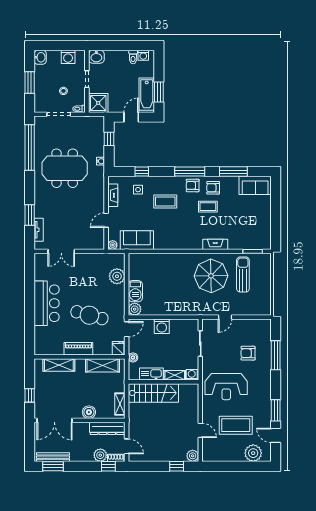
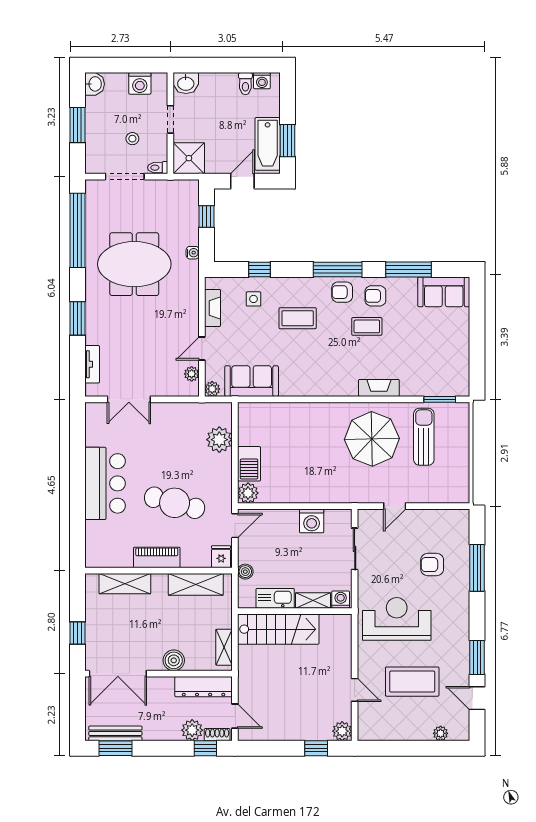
window: (30, 215) -> (78, 318), moved
plant: (100, 236) -> (192, 374), added
washing machine: (162, 326) -> (312, 521), moved
reception desk: (226, 387) -> (397, 619), turned 180
plant: (253, 453) -> (441, 733), width x0.53, depth x0.53

